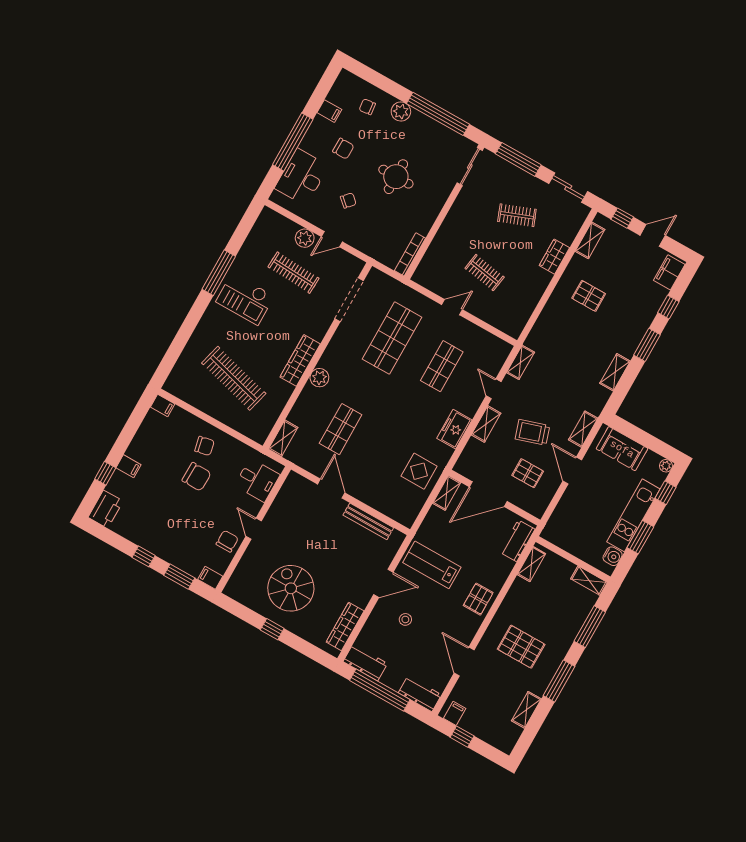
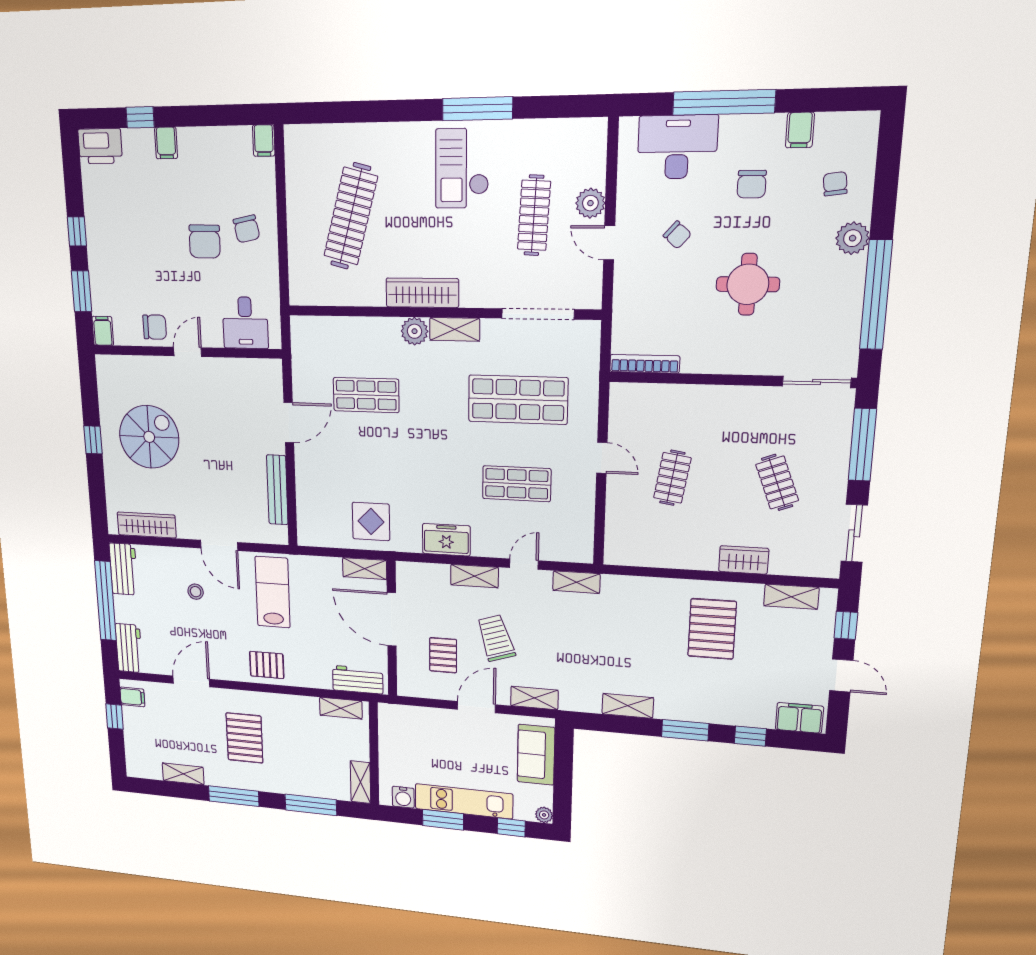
pallet: (589, 296) -> (712, 629), width x1.50, depth x1.42
shelving: (283, 438) -> (455, 329), moved

